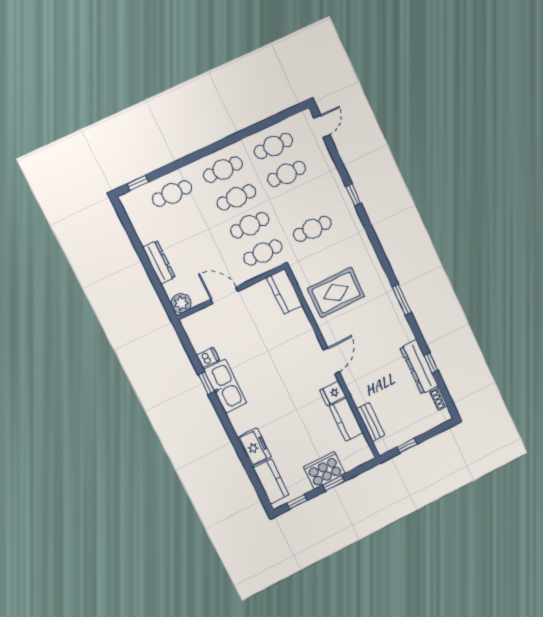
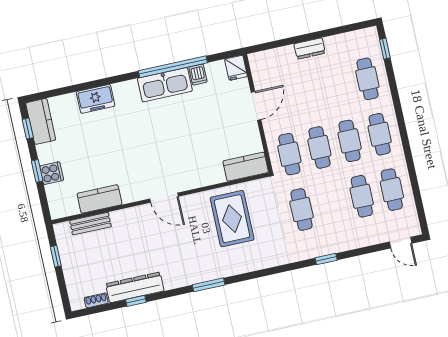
dresser: (159, 262) -> (310, 49), width x0.70
plant: (181, 303) -> (258, 61), removed
window: (206, 383) -> (173, 67), width x3.17
fridge: (333, 393) -> (236, 68), moved, turned 180
cooker: (324, 470) -> (52, 173), width x0.53, depth x0.76
kitchen counter: (271, 481) -> (41, 121), moved, turned -90

